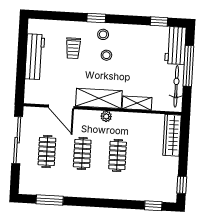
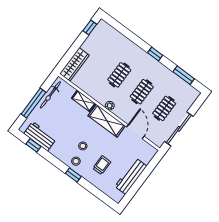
workbench: (175, 45) -> (40, 136), moved, turned -90
window: (153, 206) -> (155, 54), moved

